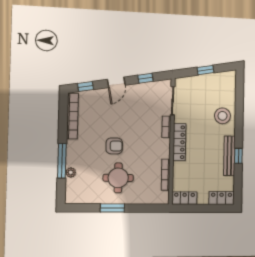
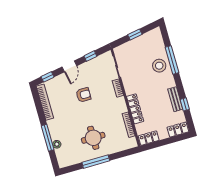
window: (239, 114) -> (172, 60), added
locker: (179, 142) -> (135, 109), moved
armchair: (114, 146) -> (83, 95), moved
bench: (229, 156) -> (175, 99), width x0.73
window: (238, 156) -> (185, 104), moved
window: (112, 208) -> (96, 162), width x1.44

